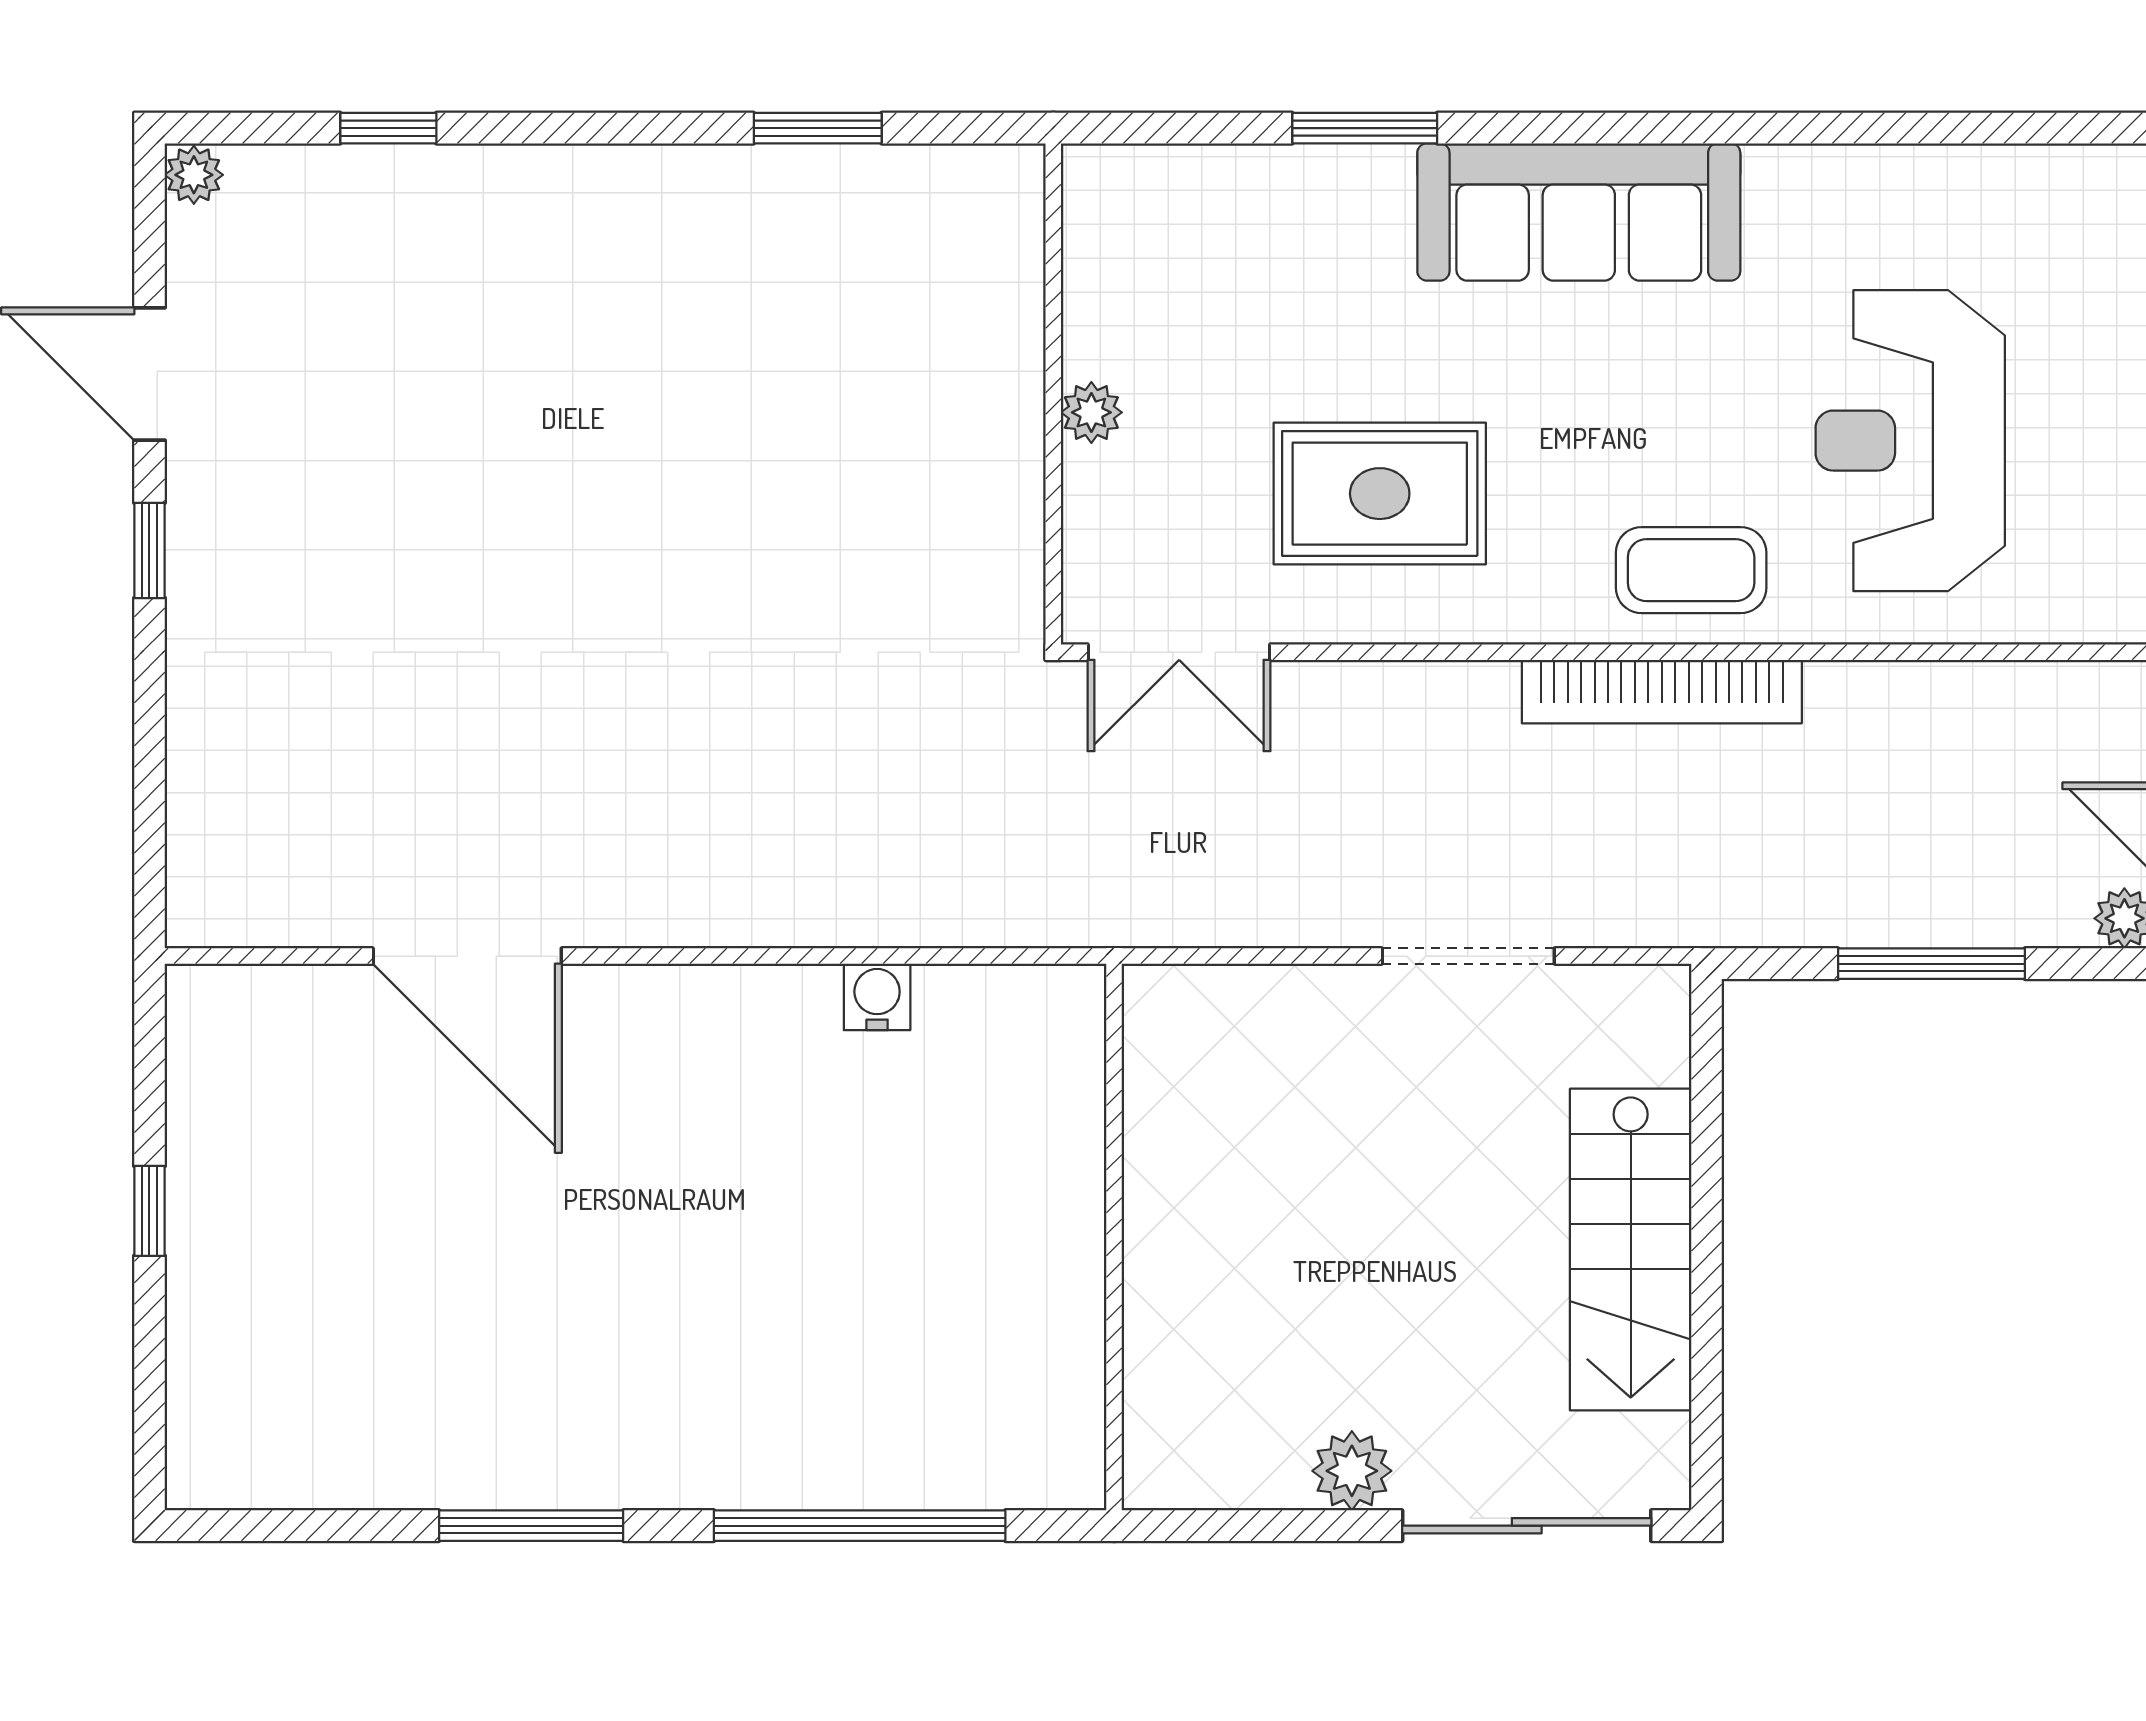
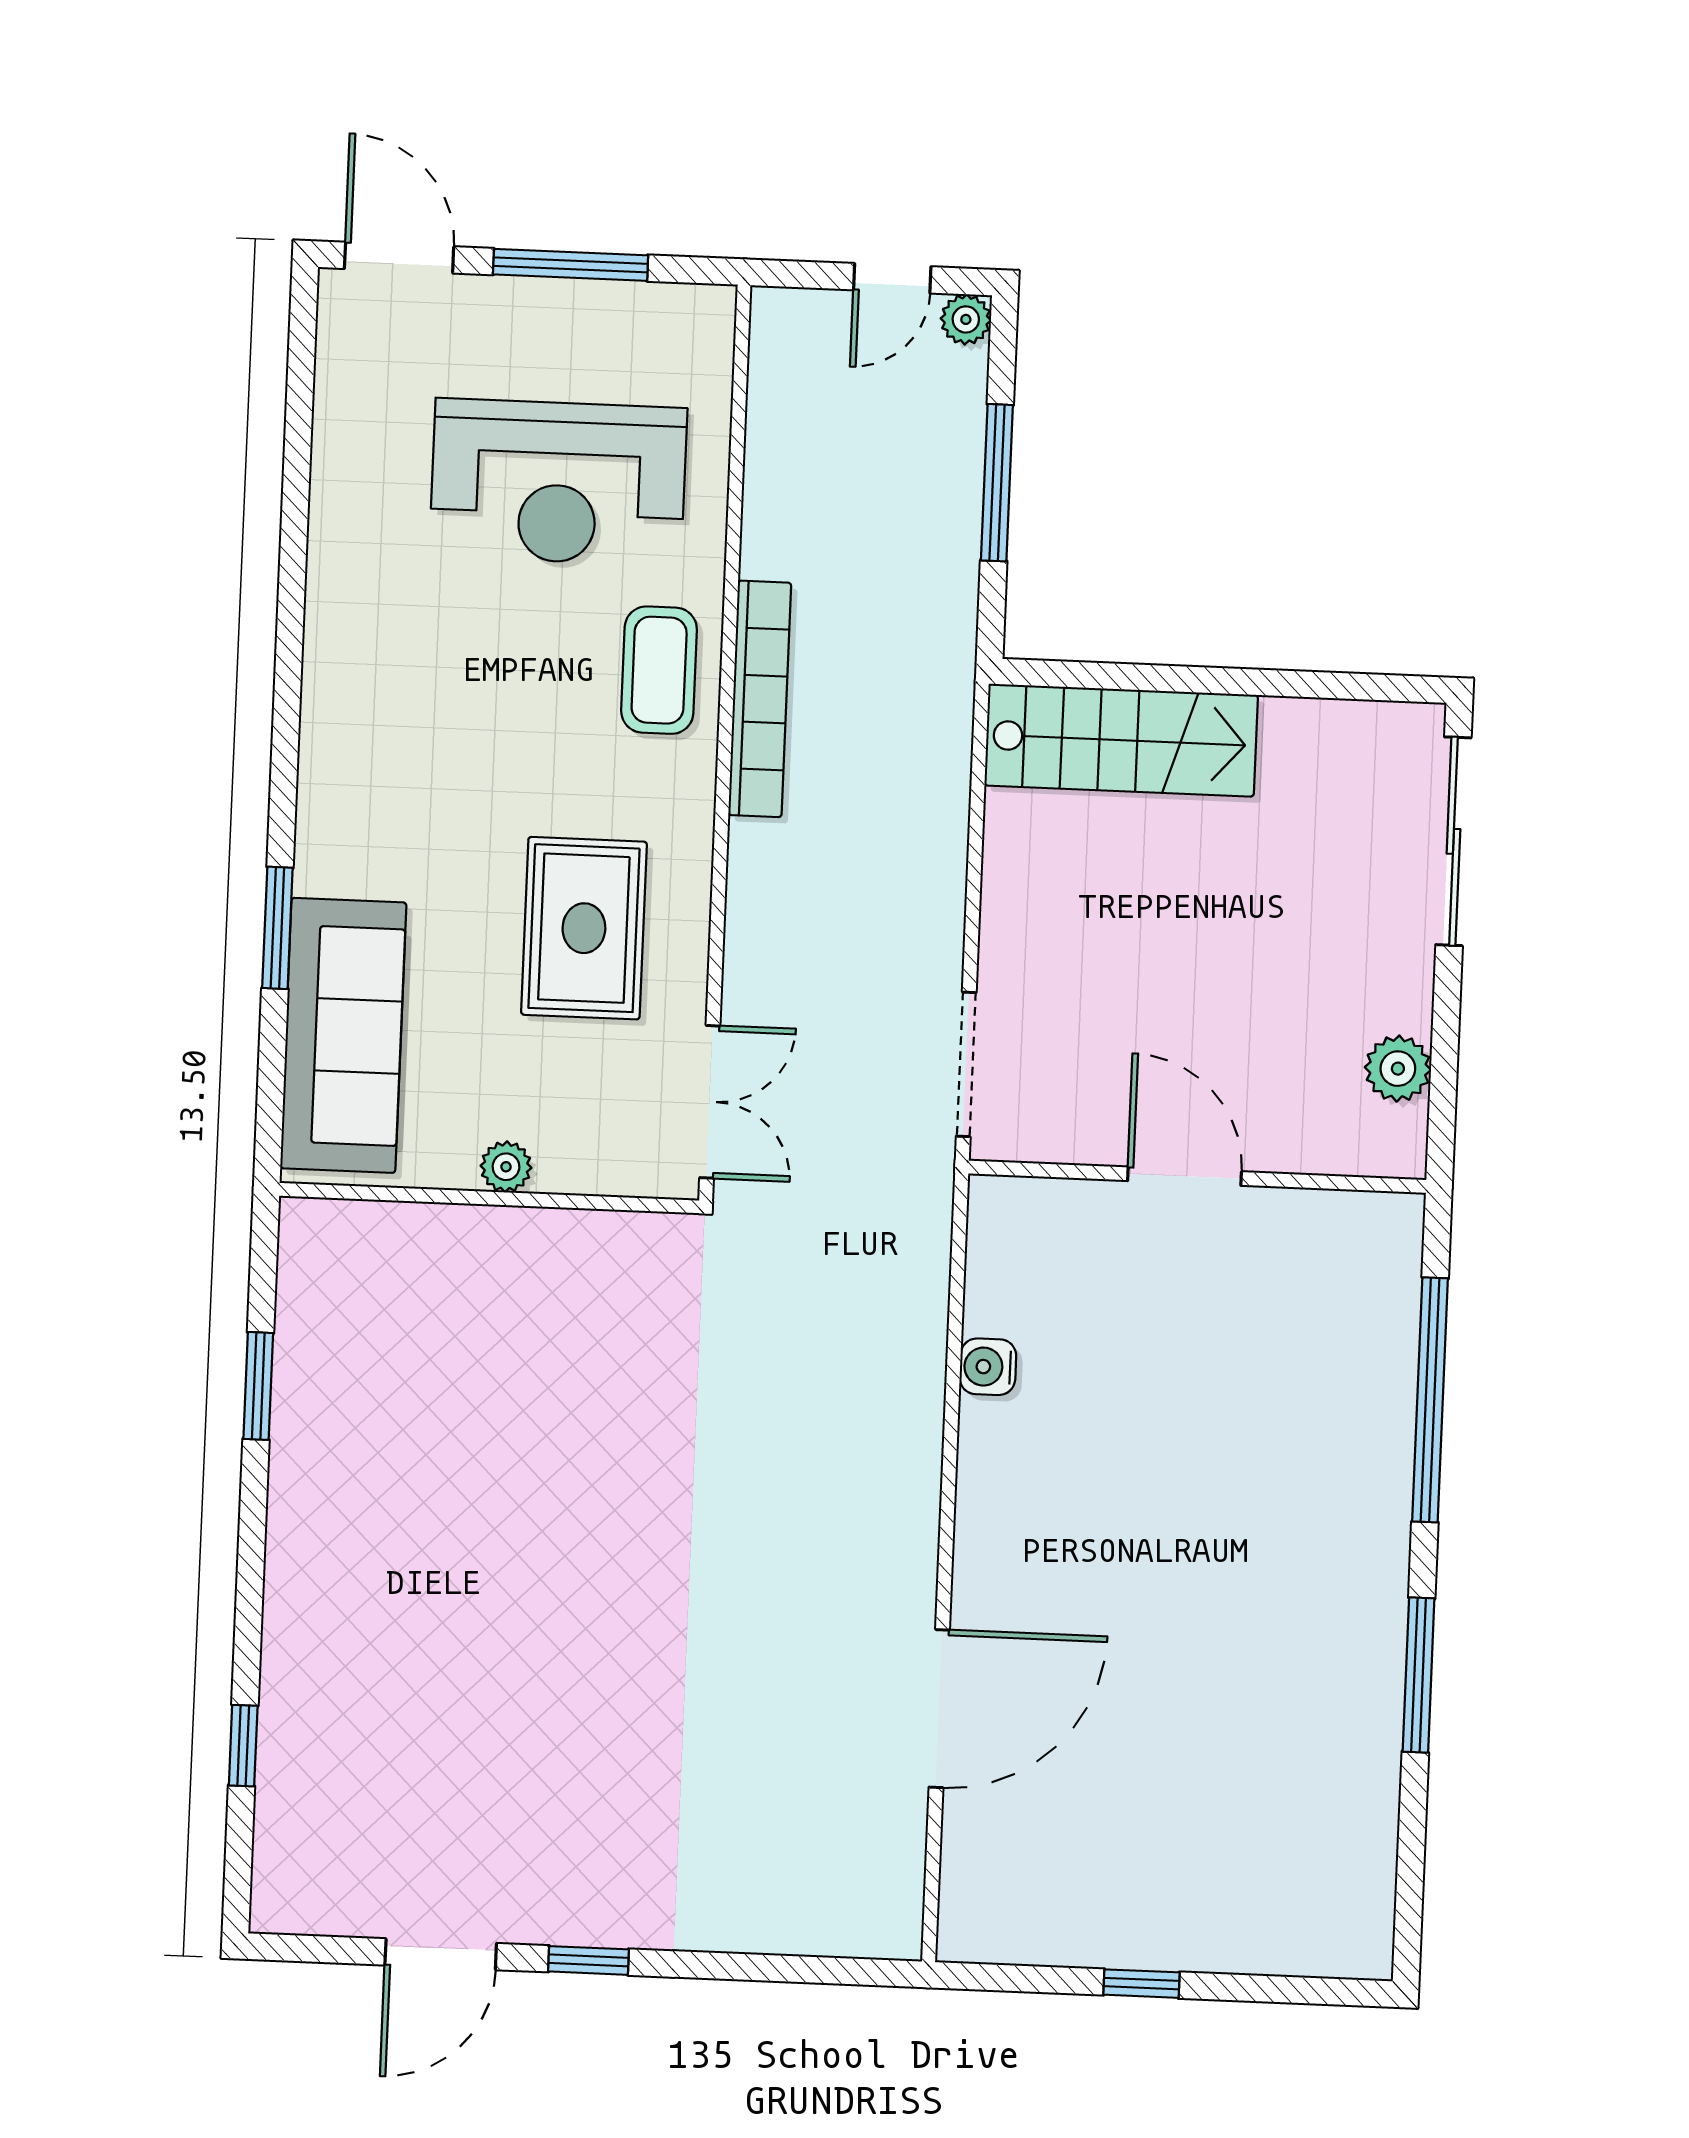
plant: (194, 175) -> (275, 1910), removed
sofa: (1579, 212) -> (343, 1035), moved
doorway: (1468, 956) -> (966, 1064), moved
door: (1114, 1222) -> (1185, 1176), added
stairs: (1631, 1250) -> (1121, 740), moved
plant: (1352, 1471) -> (1398, 1069), moved

